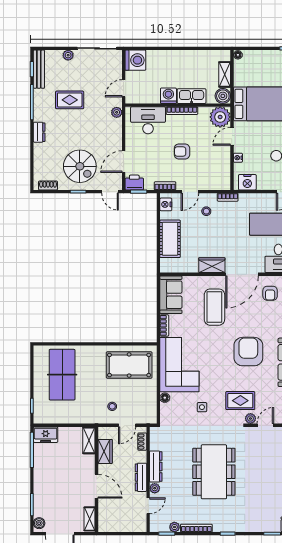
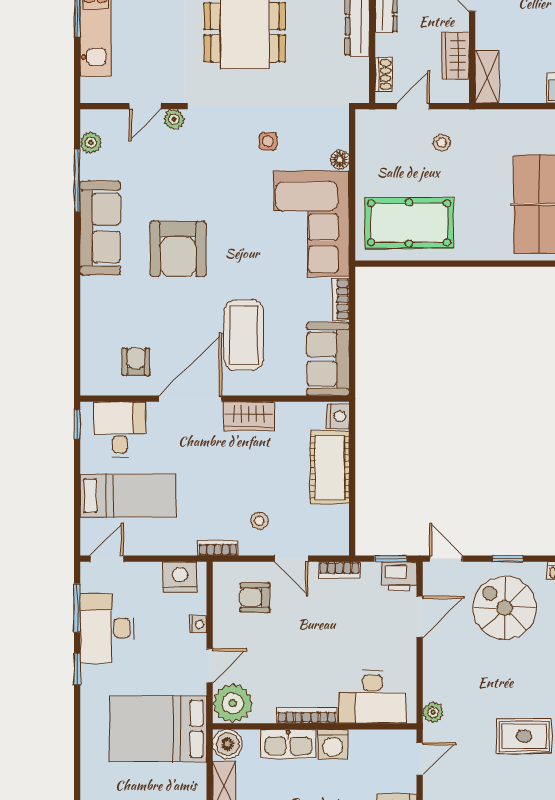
armchair: (182, 151) -> (255, 597), moved, turned 180
door: (190, 192) -> (291, 559), swing flipped
nightstand: (166, 204) -> (338, 416), moved
rug: (240, 401) -> (194, 154), removed

